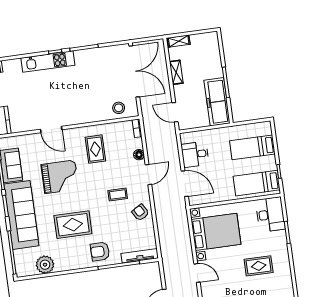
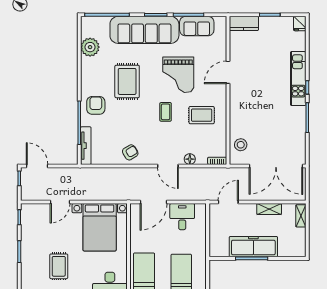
freezer: (217, 102) -> (253, 247), moved
coffee table: (118, 195) -> (166, 112), moved

